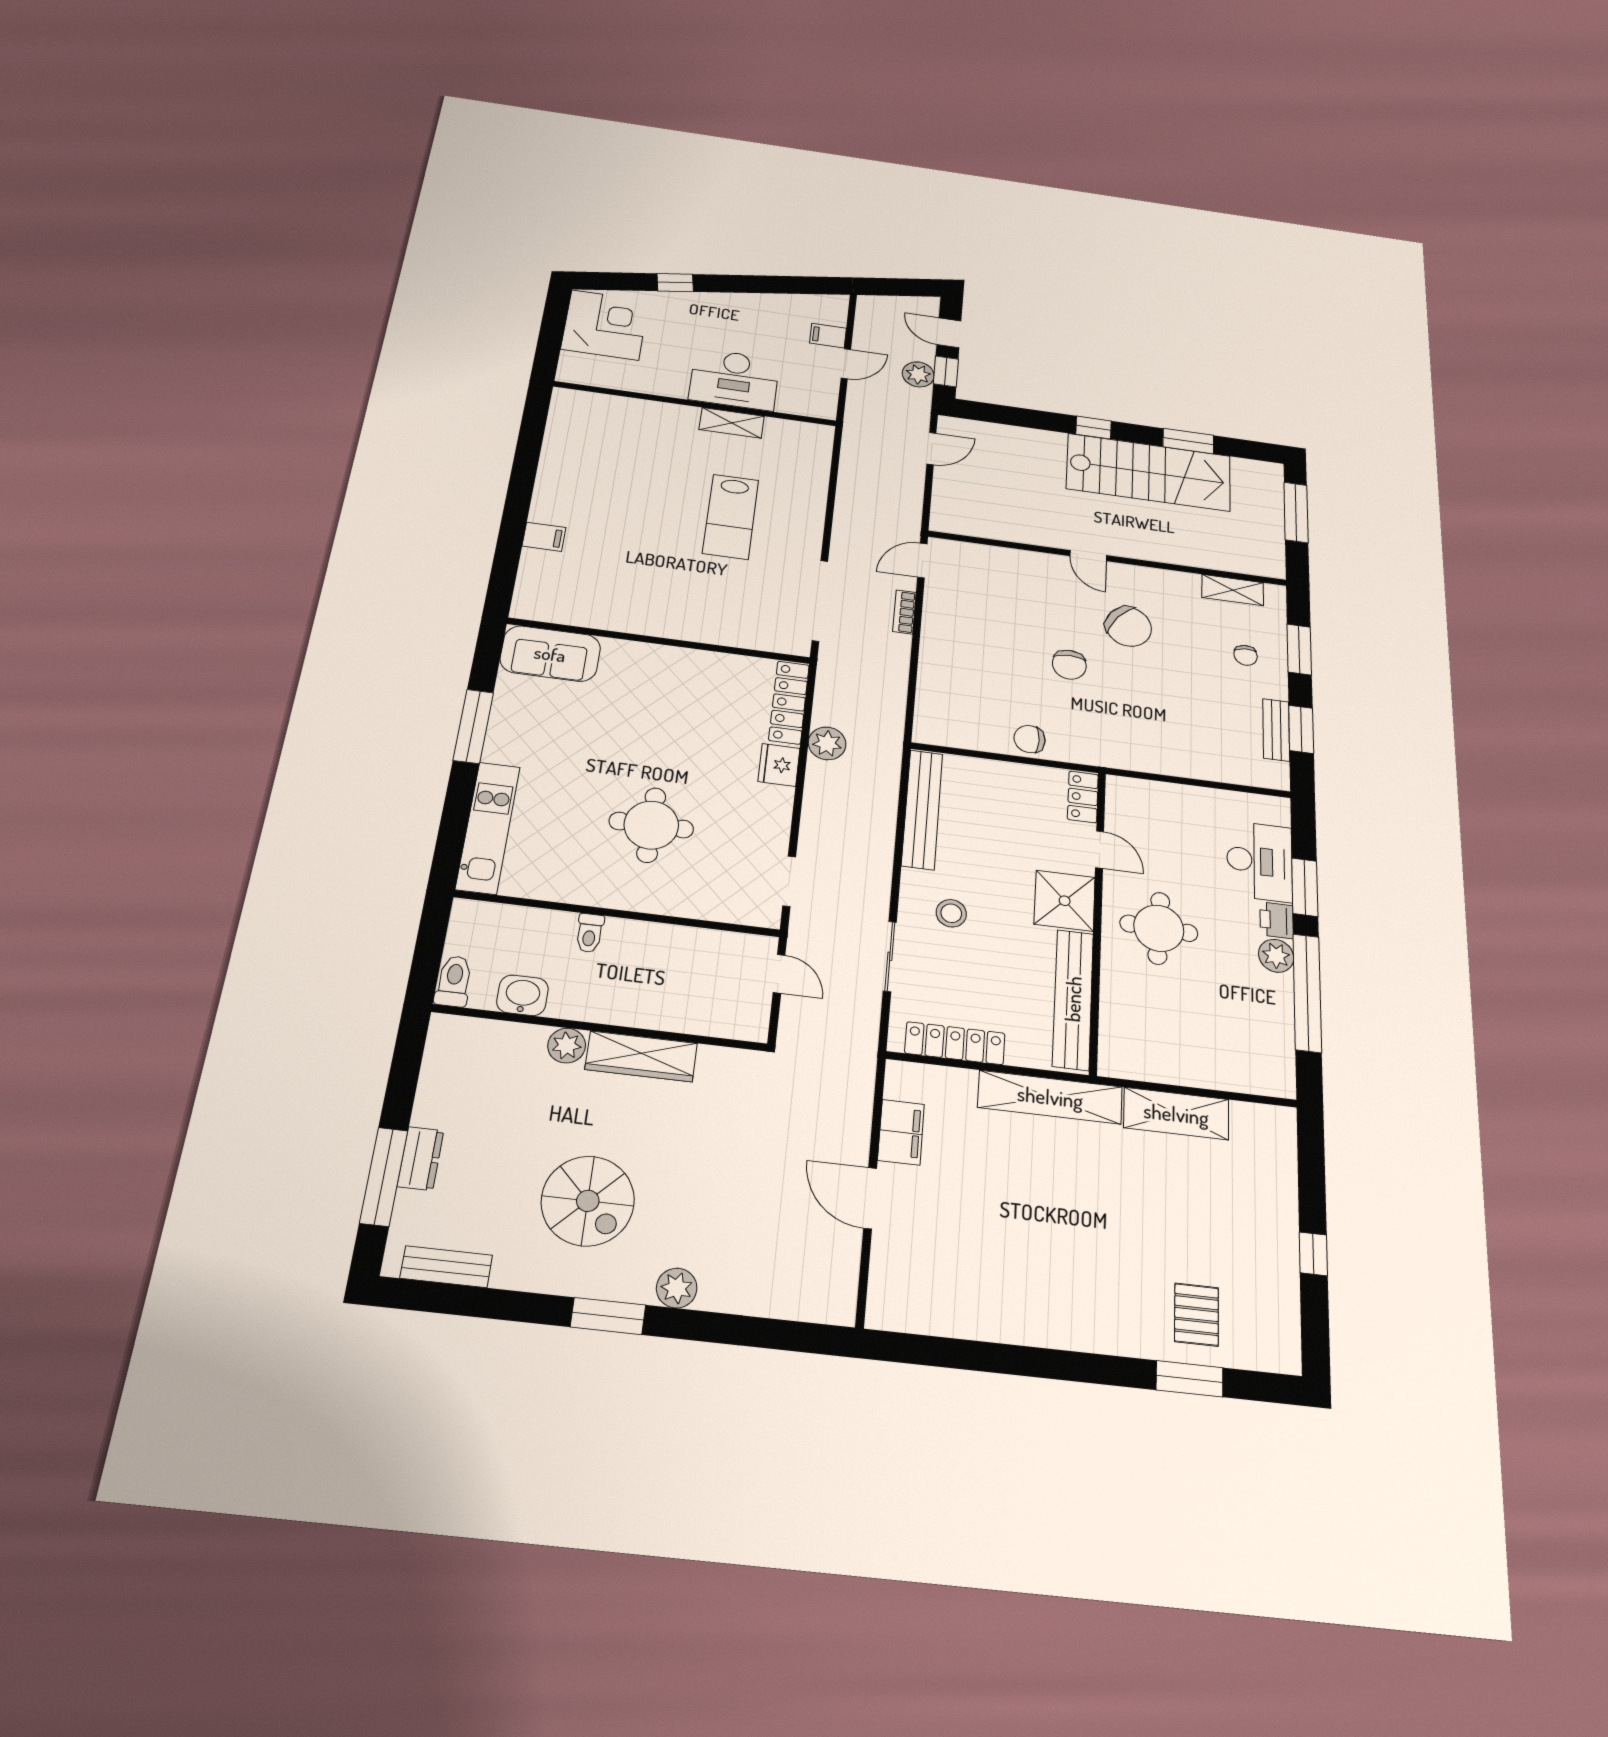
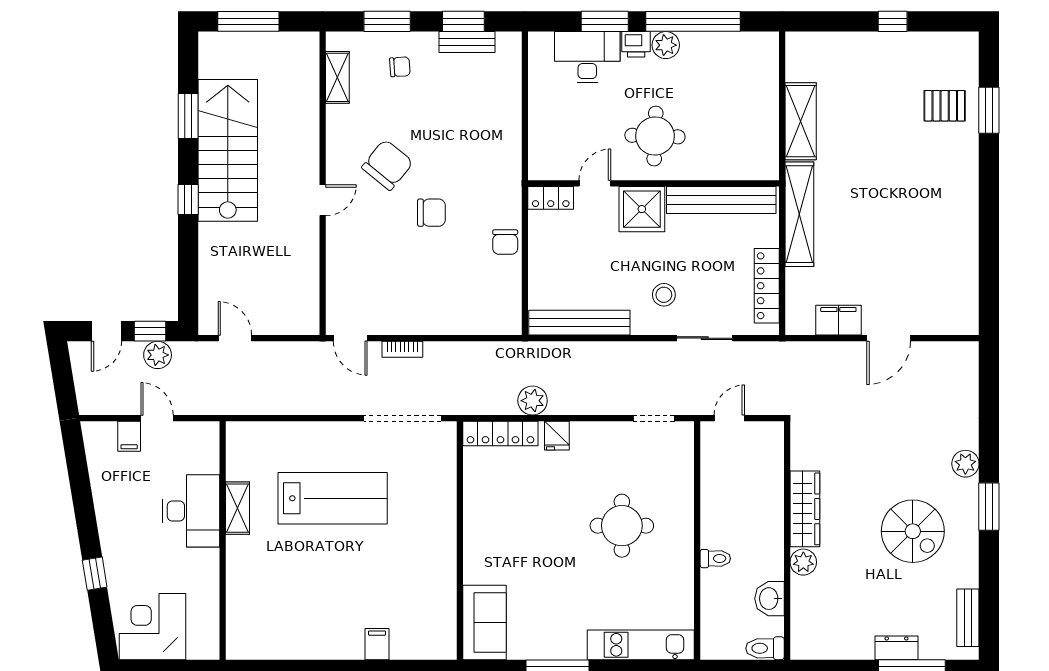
lab bench: (731, 517) -> (333, 498), width x1.36, depth x1.39
fridge: (779, 765) -> (557, 436), width x0.72
spiral stairs: (588, 1201) -> (913, 531), turned 90

